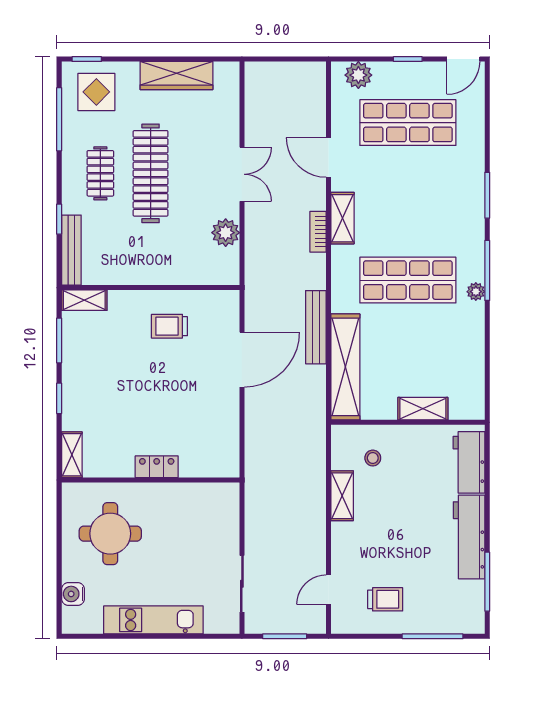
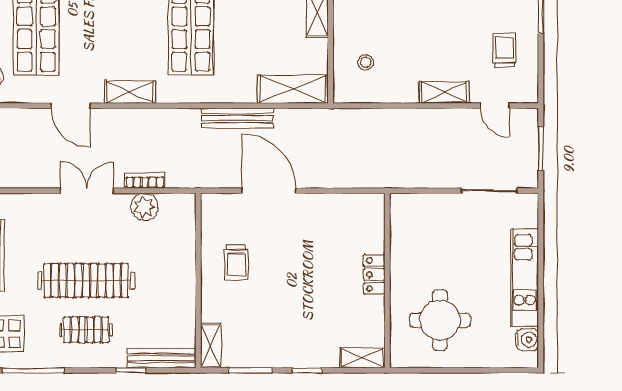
door: (329, 157) -> (70, 106), hinge flipped
bookcase: (318, 232) -> (145, 180), moved, turned 180
shelving: (345, 367) -> (293, 89), width x0.68
shelving: (342, 496) -> (444, 92), moved
water cooler: (73, 594) -> (527, 340), moved, turned -90

